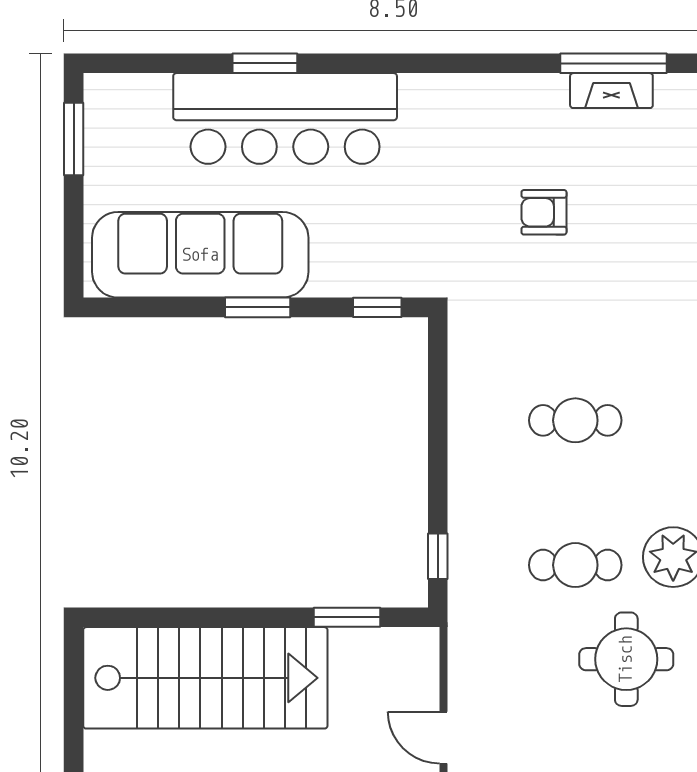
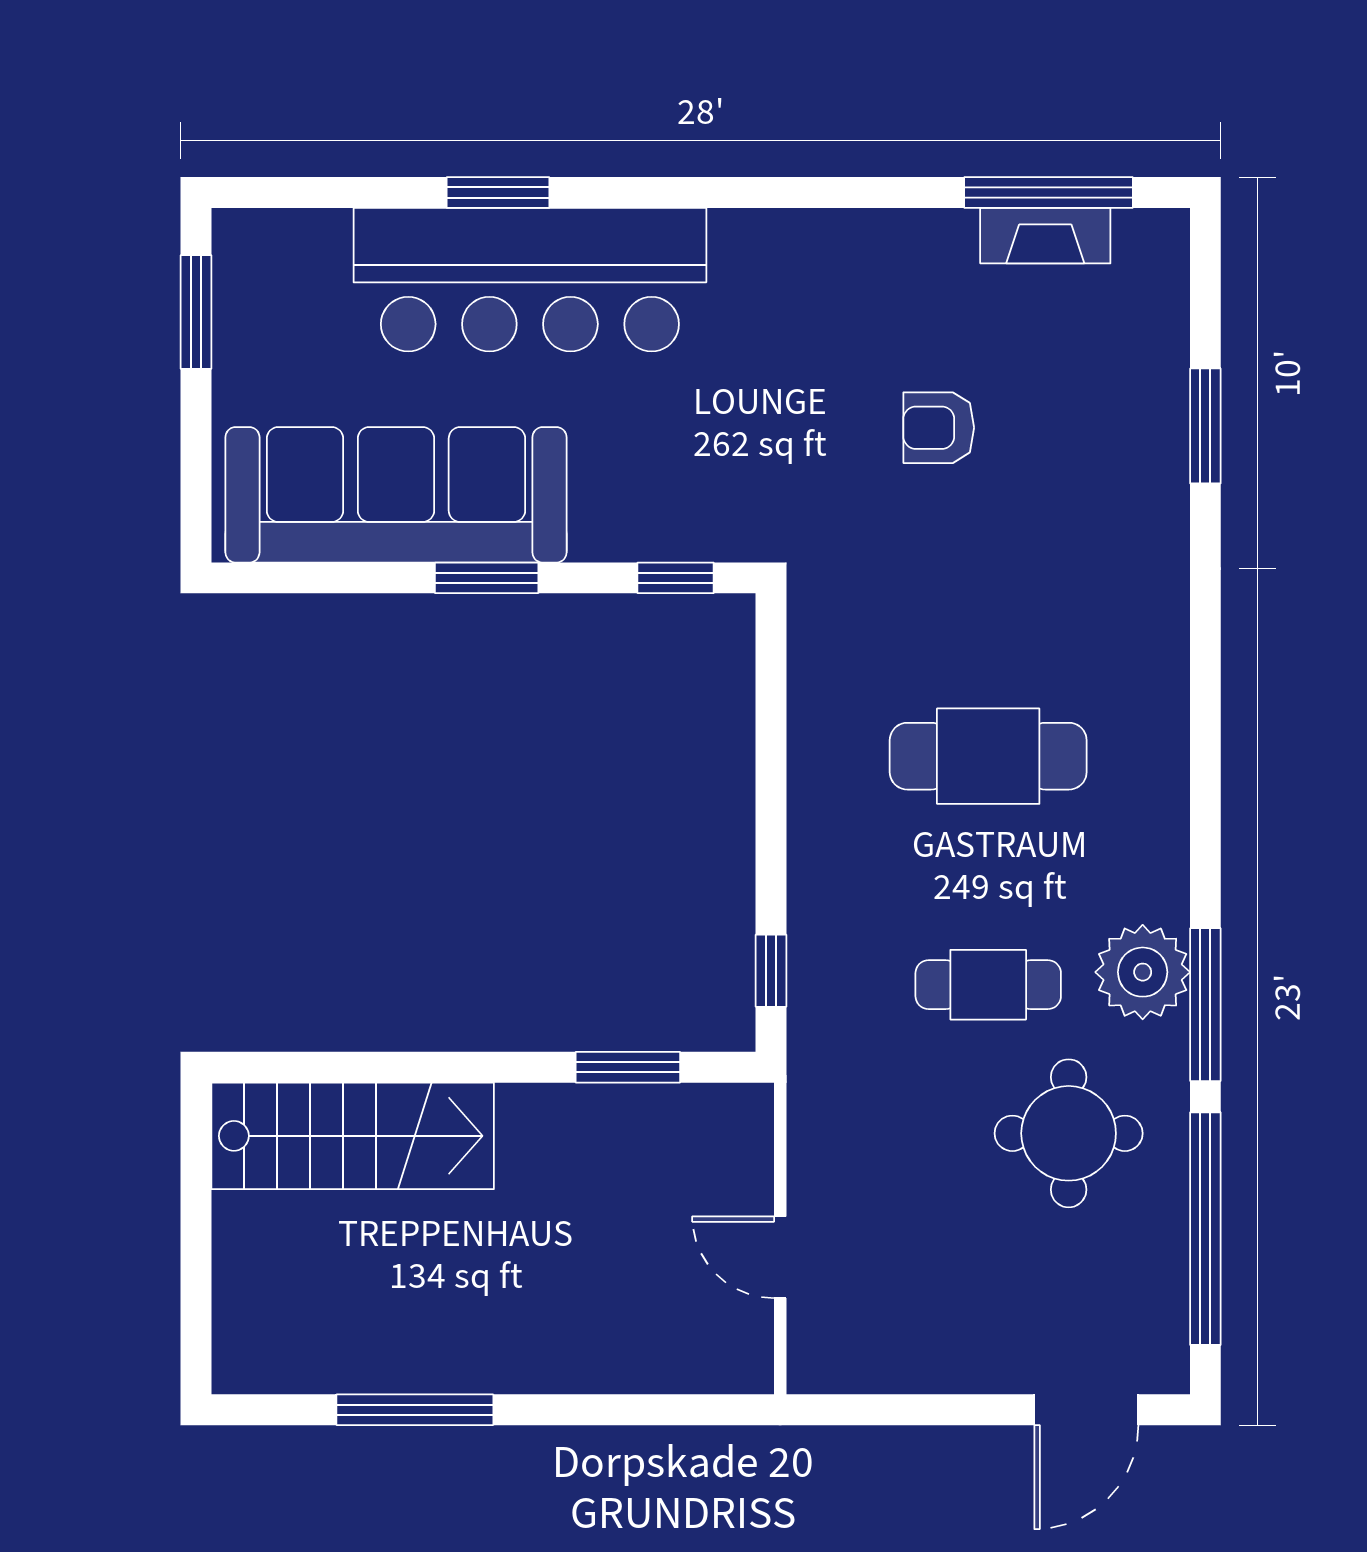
cafe table: (575, 420) -> (988, 756), width x1.37, depth x1.35
stairs: (205, 678) -> (353, 1136), width x0.73, depth x0.66

